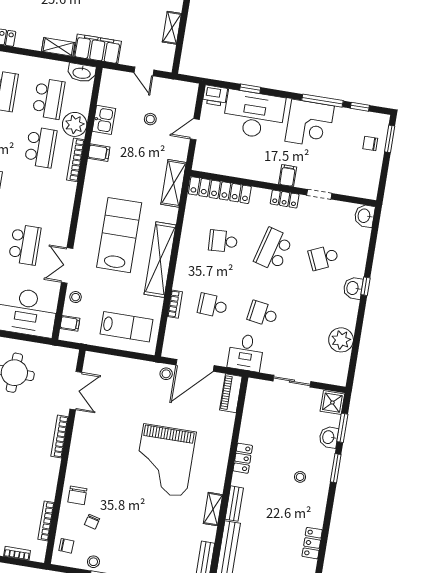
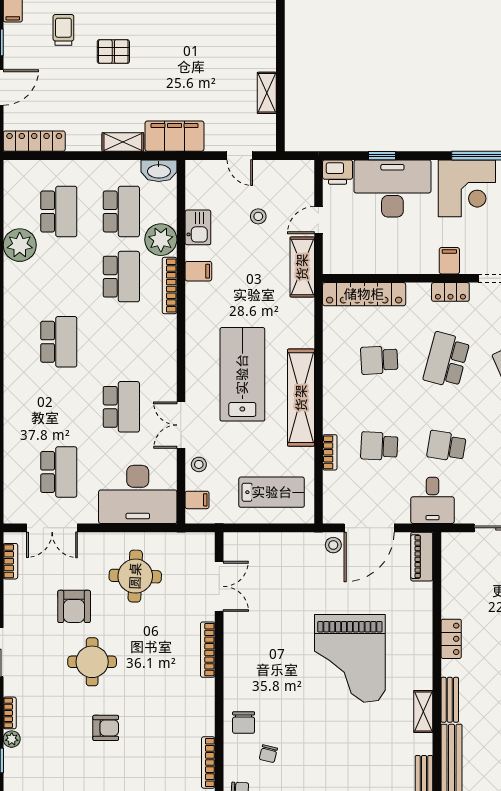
shelving: (174, 183) -> (302, 267), moved

